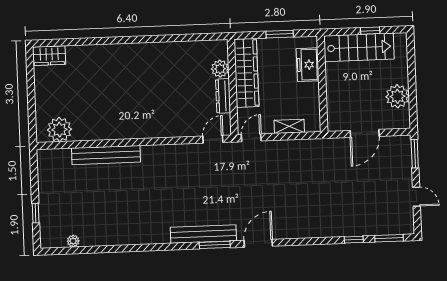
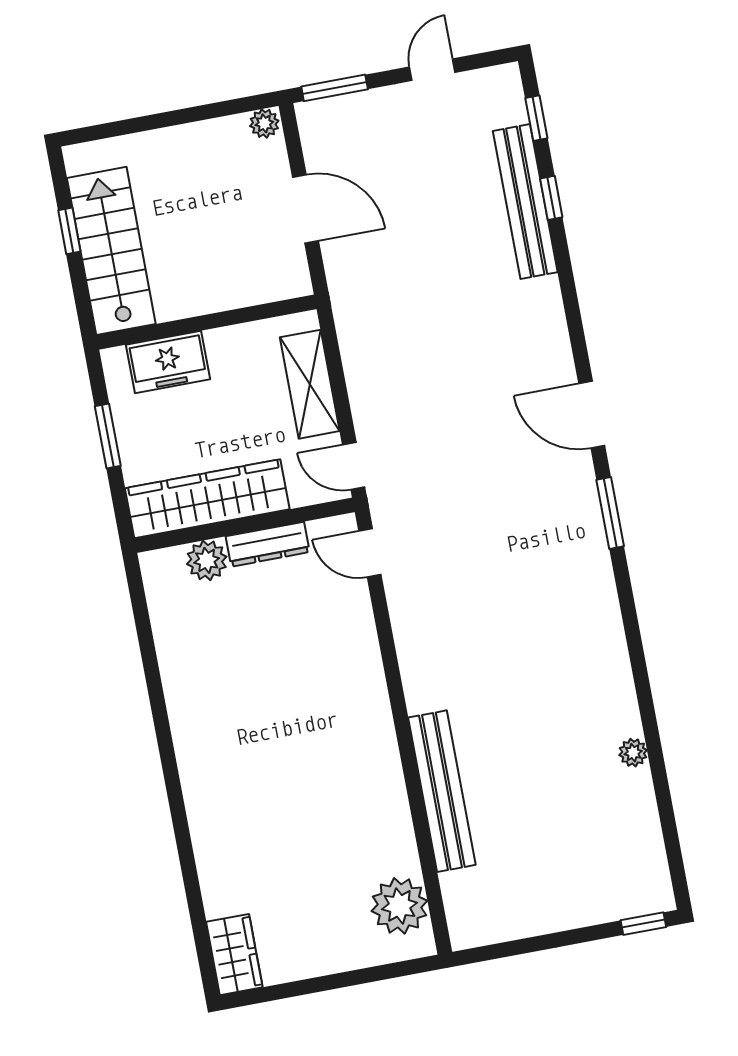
plant: (397, 96) -> (264, 123), moved, width x0.53, depth x0.53
shelving: (289, 126) -> (310, 384), width x1.50, depth x1.33
window: (36, 213) -> (643, 924), moved
bench: (203, 234) -> (525, 202), moved
window: (389, 238) -> (536, 118), width x0.67
plant: (73, 241) -> (633, 753), moved

